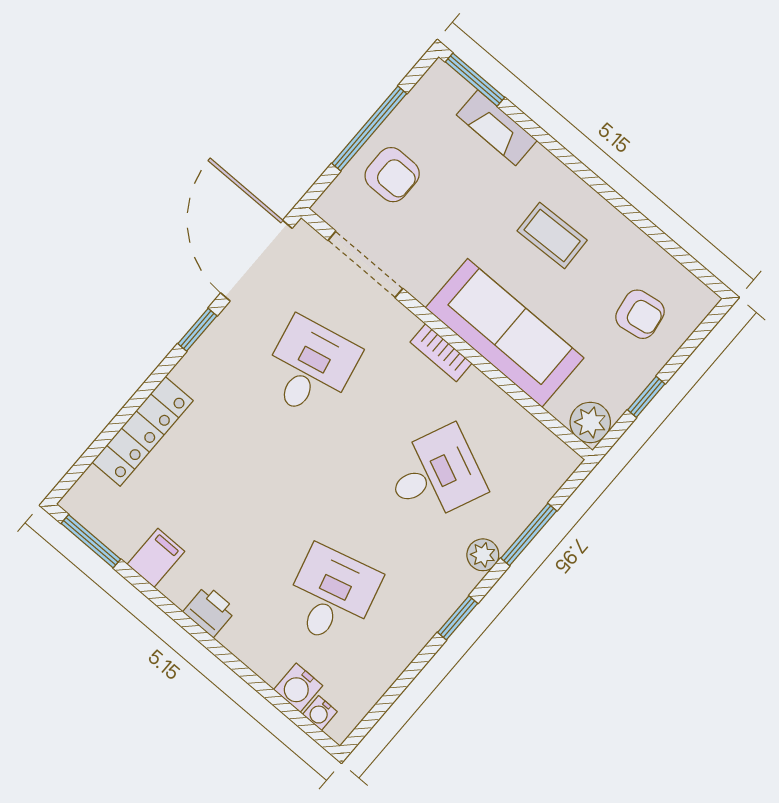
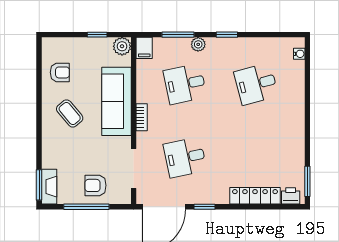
fireplace: (497, 128) -> (49, 187), moved
armchair: (392, 175) -> (95, 185), turned -90
coffee table: (552, 235) -> (70, 113), turned -38
armchair: (640, 314) -> (60, 72), moved, turned 99
desk: (435, 475) -> (185, 84), turned -36
filing cabinet: (156, 558) -> (144, 48), moved, turned -90
printer: (210, 611) -> (291, 196), moved, turned 90
water cooler: (298, 688) -> (297, 69), removed

